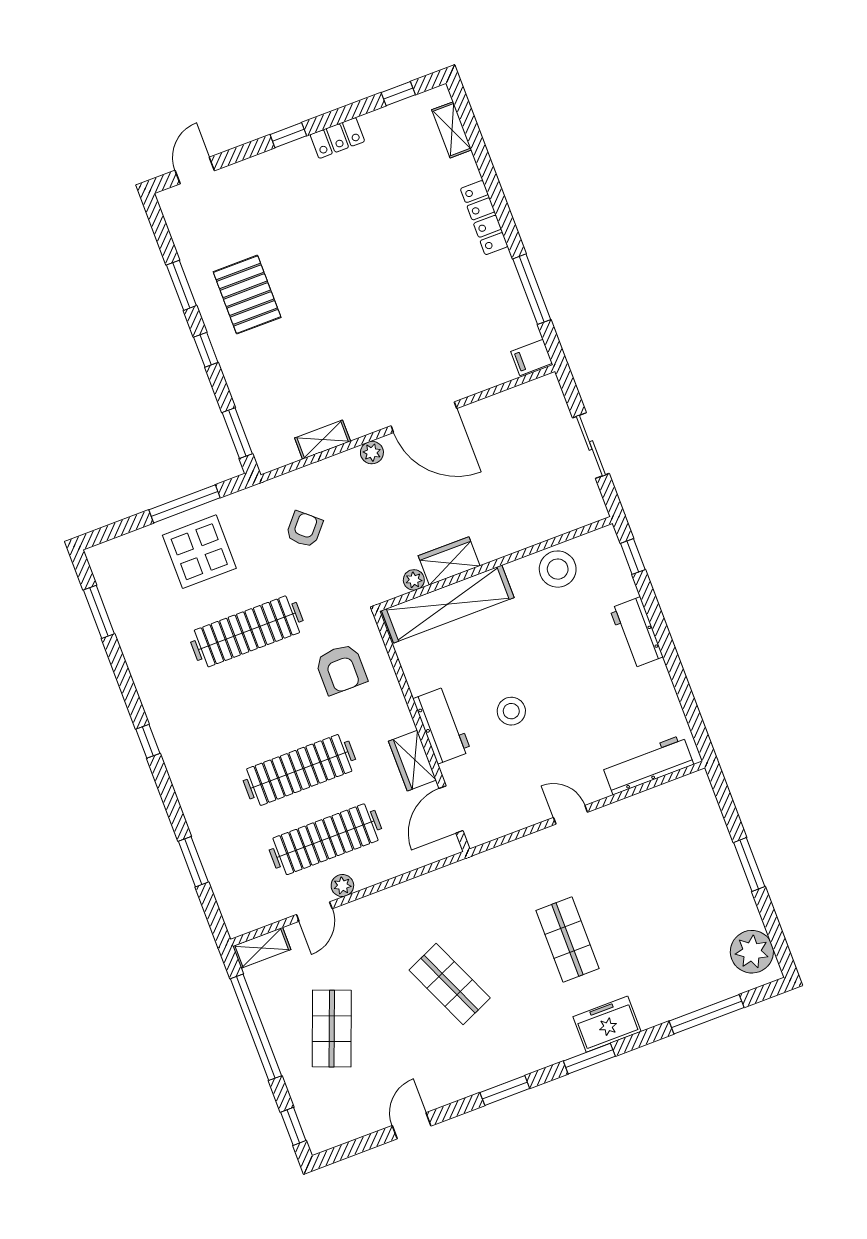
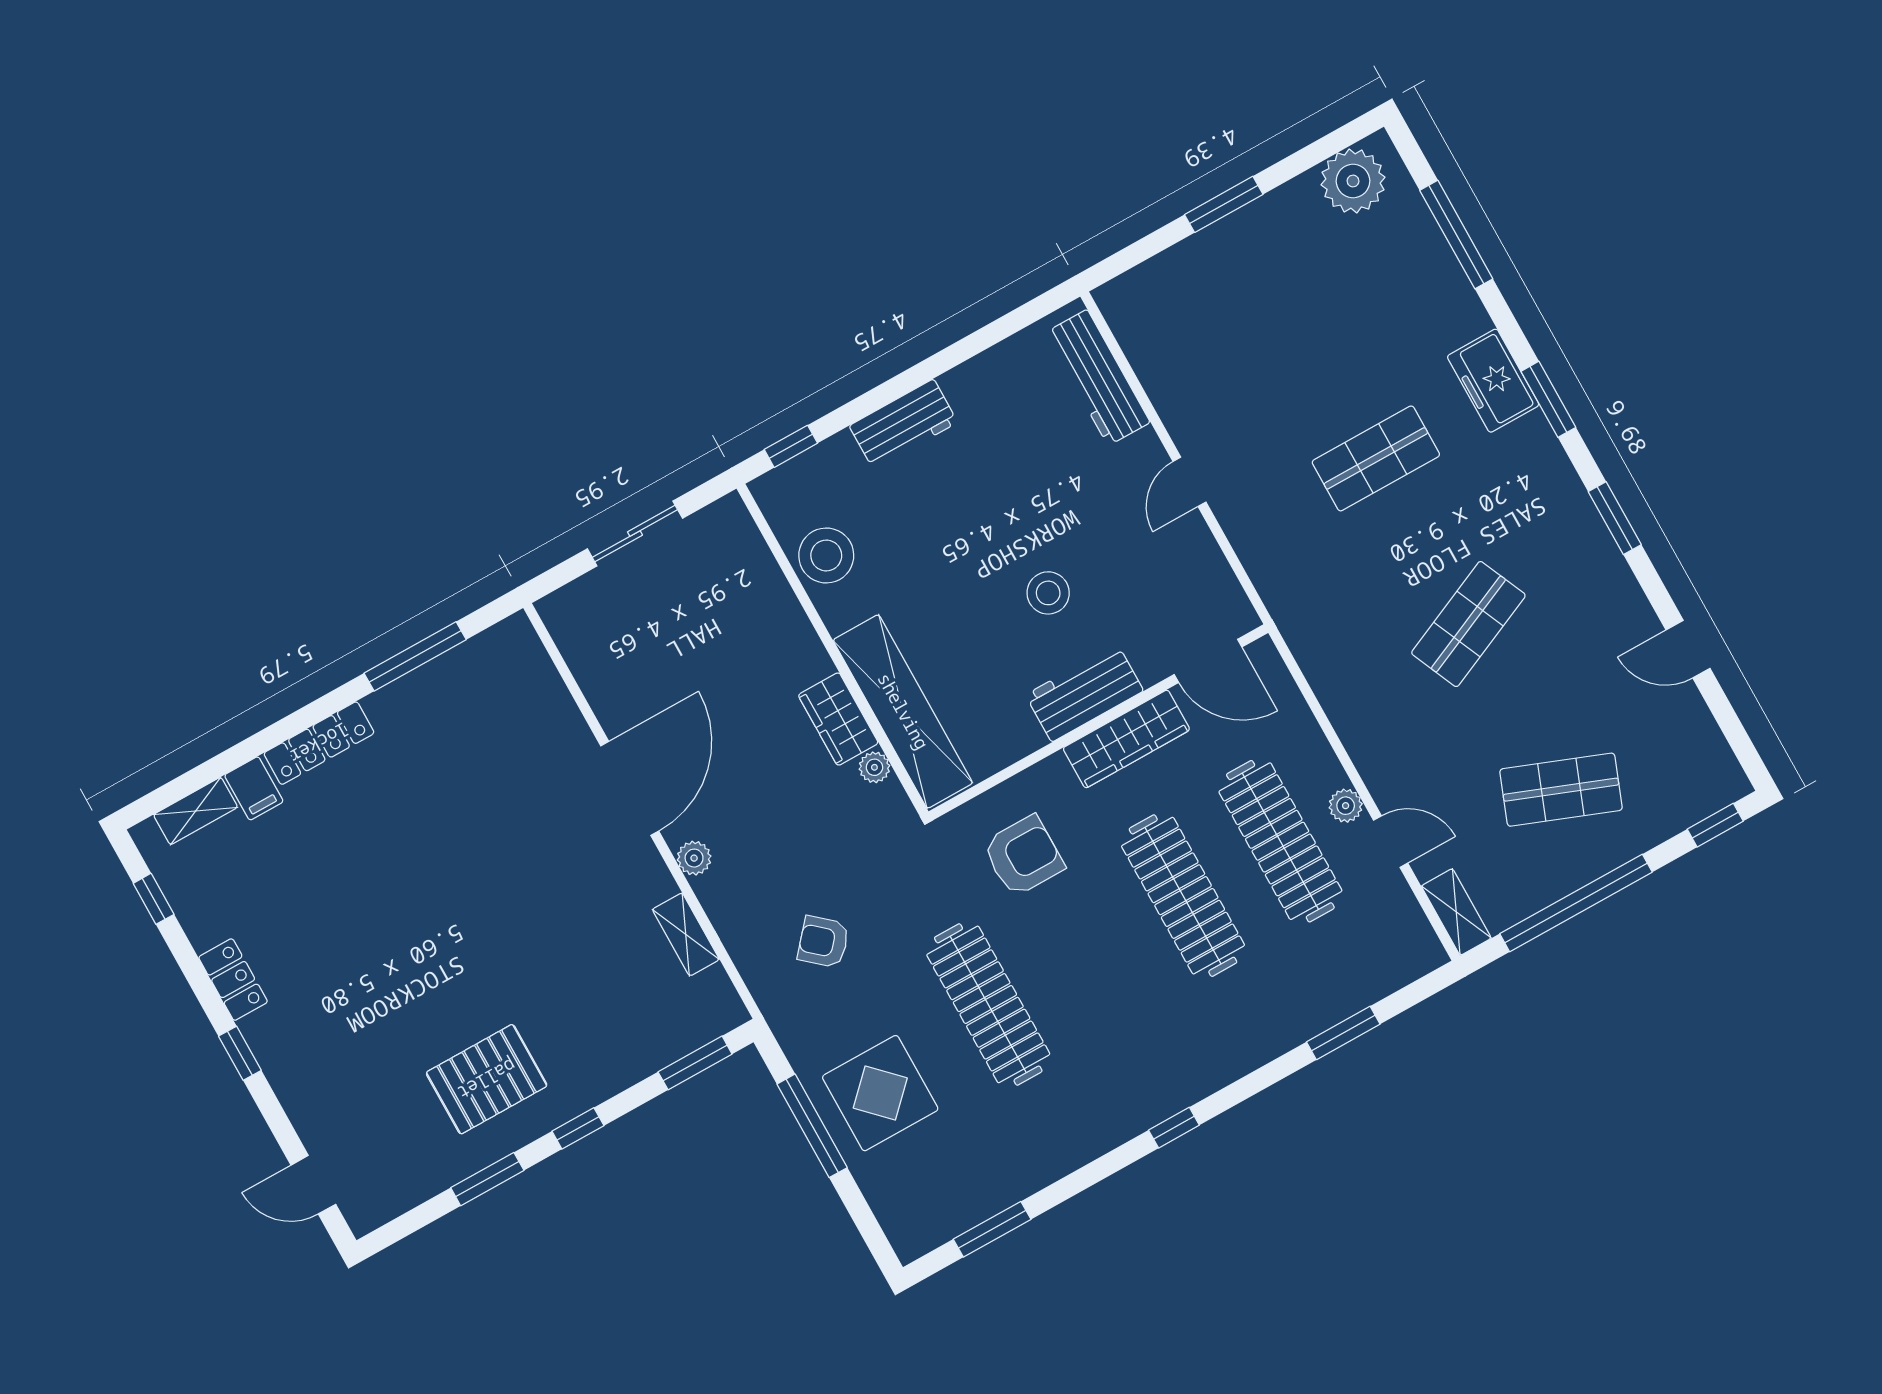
filing cabinet: (532, 357) -> (254, 788), moved
wardrobe: (412, 761) -> (1126, 739), width x1.50

